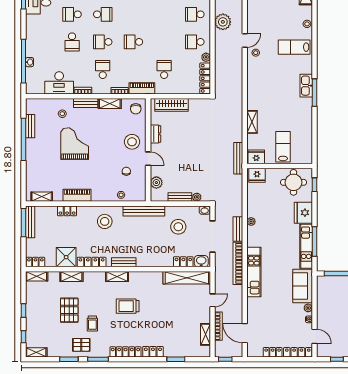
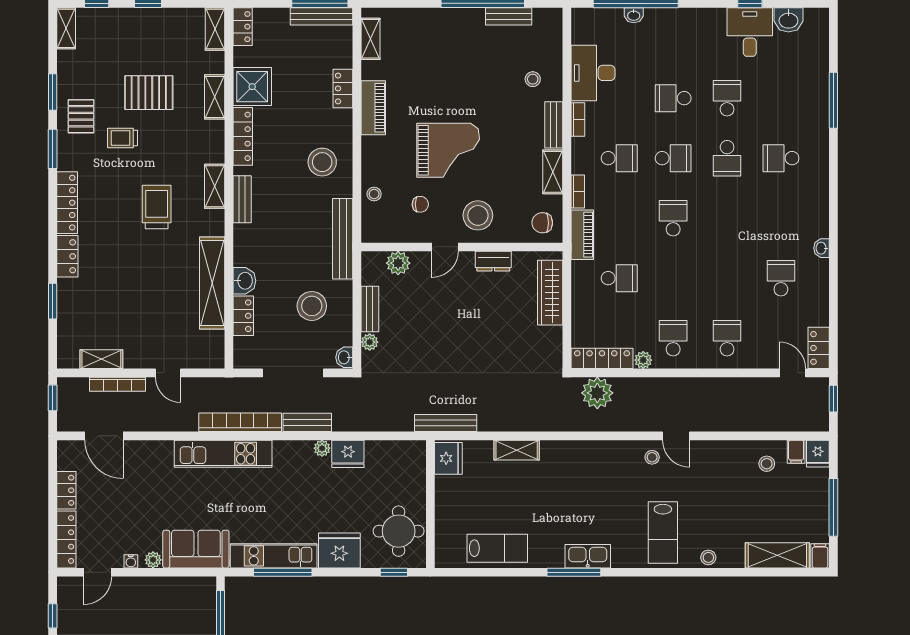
plant: (223, 22) -> (597, 393), moved
school desk: (103, 42) -> (673, 158), turned 90
lab bench: (294, 47) -> (663, 533), turned 180
grand piano: (75, 144) -> (448, 150), moved
lab bench: (283, 147) -> (497, 548), moved
fridge: (257, 175) -> (348, 454), moved, turned -90
washbasin: (201, 261) -> (244, 281), moved
shelving: (187, 278) -> (212, 283), moved
door: (245, 333) -> (104, 436), swing flipped

